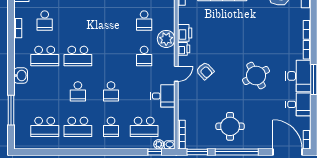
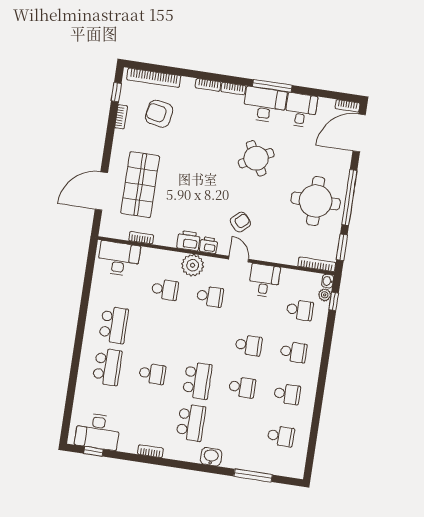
school desk: (45, 21) -> (152, 374), moved
round table: (230, 126) -> (316, 201), width x1.36, depth x1.36
school desk: (45, 127) -> (281, 436), width x0.54
school desk: (78, 127) -> (287, 394), width x0.54
school desk: (144, 127) -> (300, 310), width x0.54

